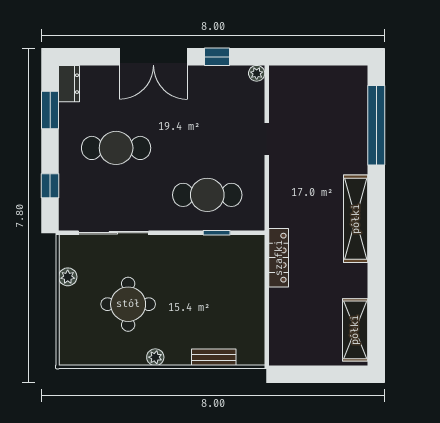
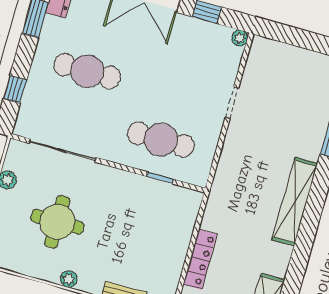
locker: (279, 258) -> (200, 259), moved

